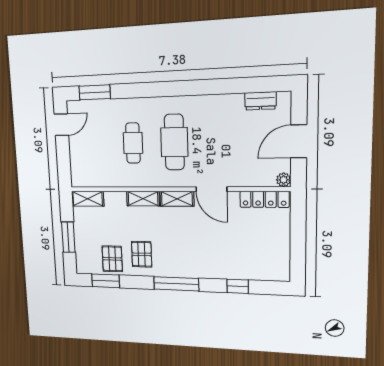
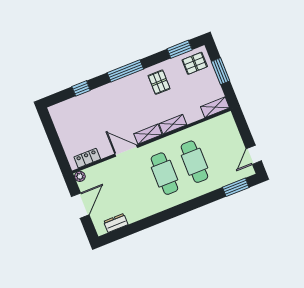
cafe table: (133, 143) -> (194, 162), width x1.37, depth x1.35
locker: (264, 199) -> (87, 158), width x0.66
pallet: (112, 259) -> (195, 63), moved, turned 90

